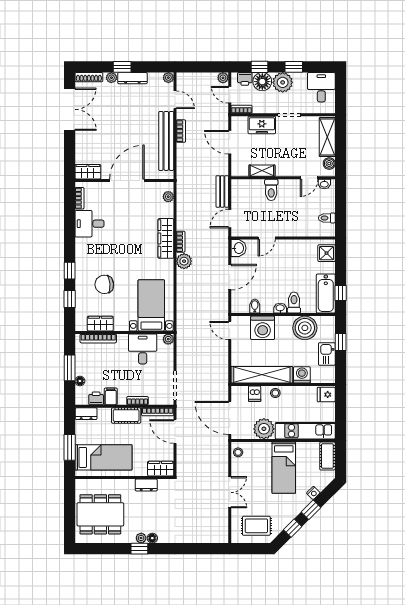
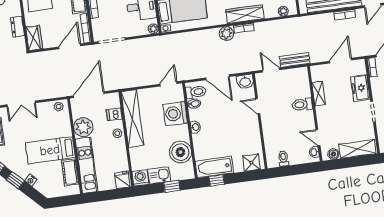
toilet: (294, 303) -> (196, 92), moved
washing machine: (302, 375) -> (140, 178), moved, turned -90
cot: (327, 456) -> (70, 172), moved, turned 90

